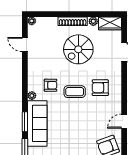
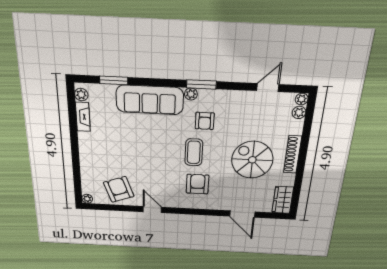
plant: (93, 21) -> (299, 112), moved
window: (25, 122) -> (201, 84), moved

